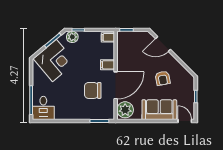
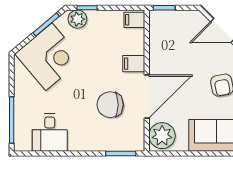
desk: (43, 108) -> (50, 133), moved

